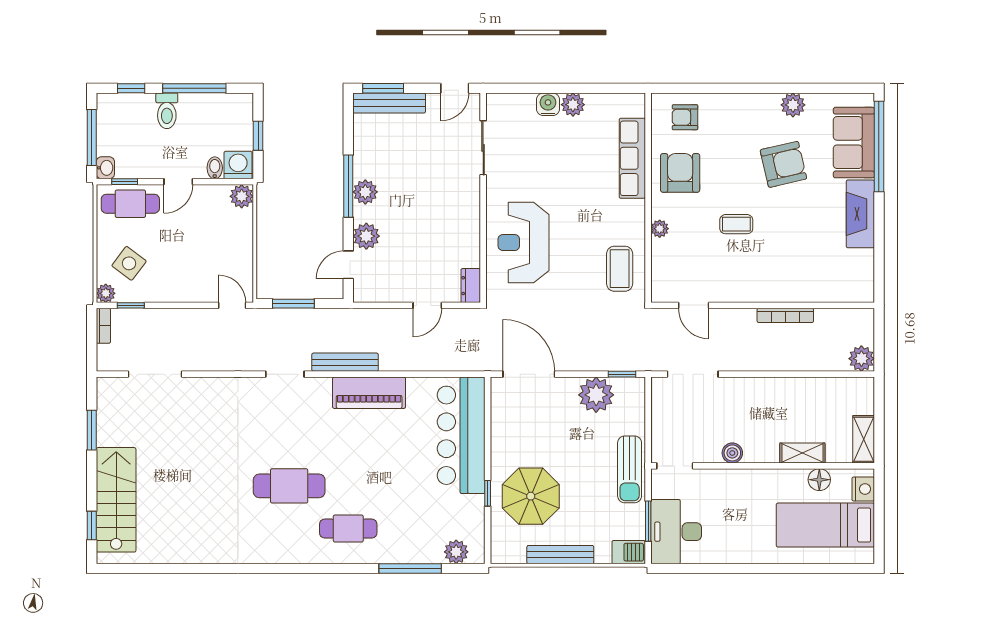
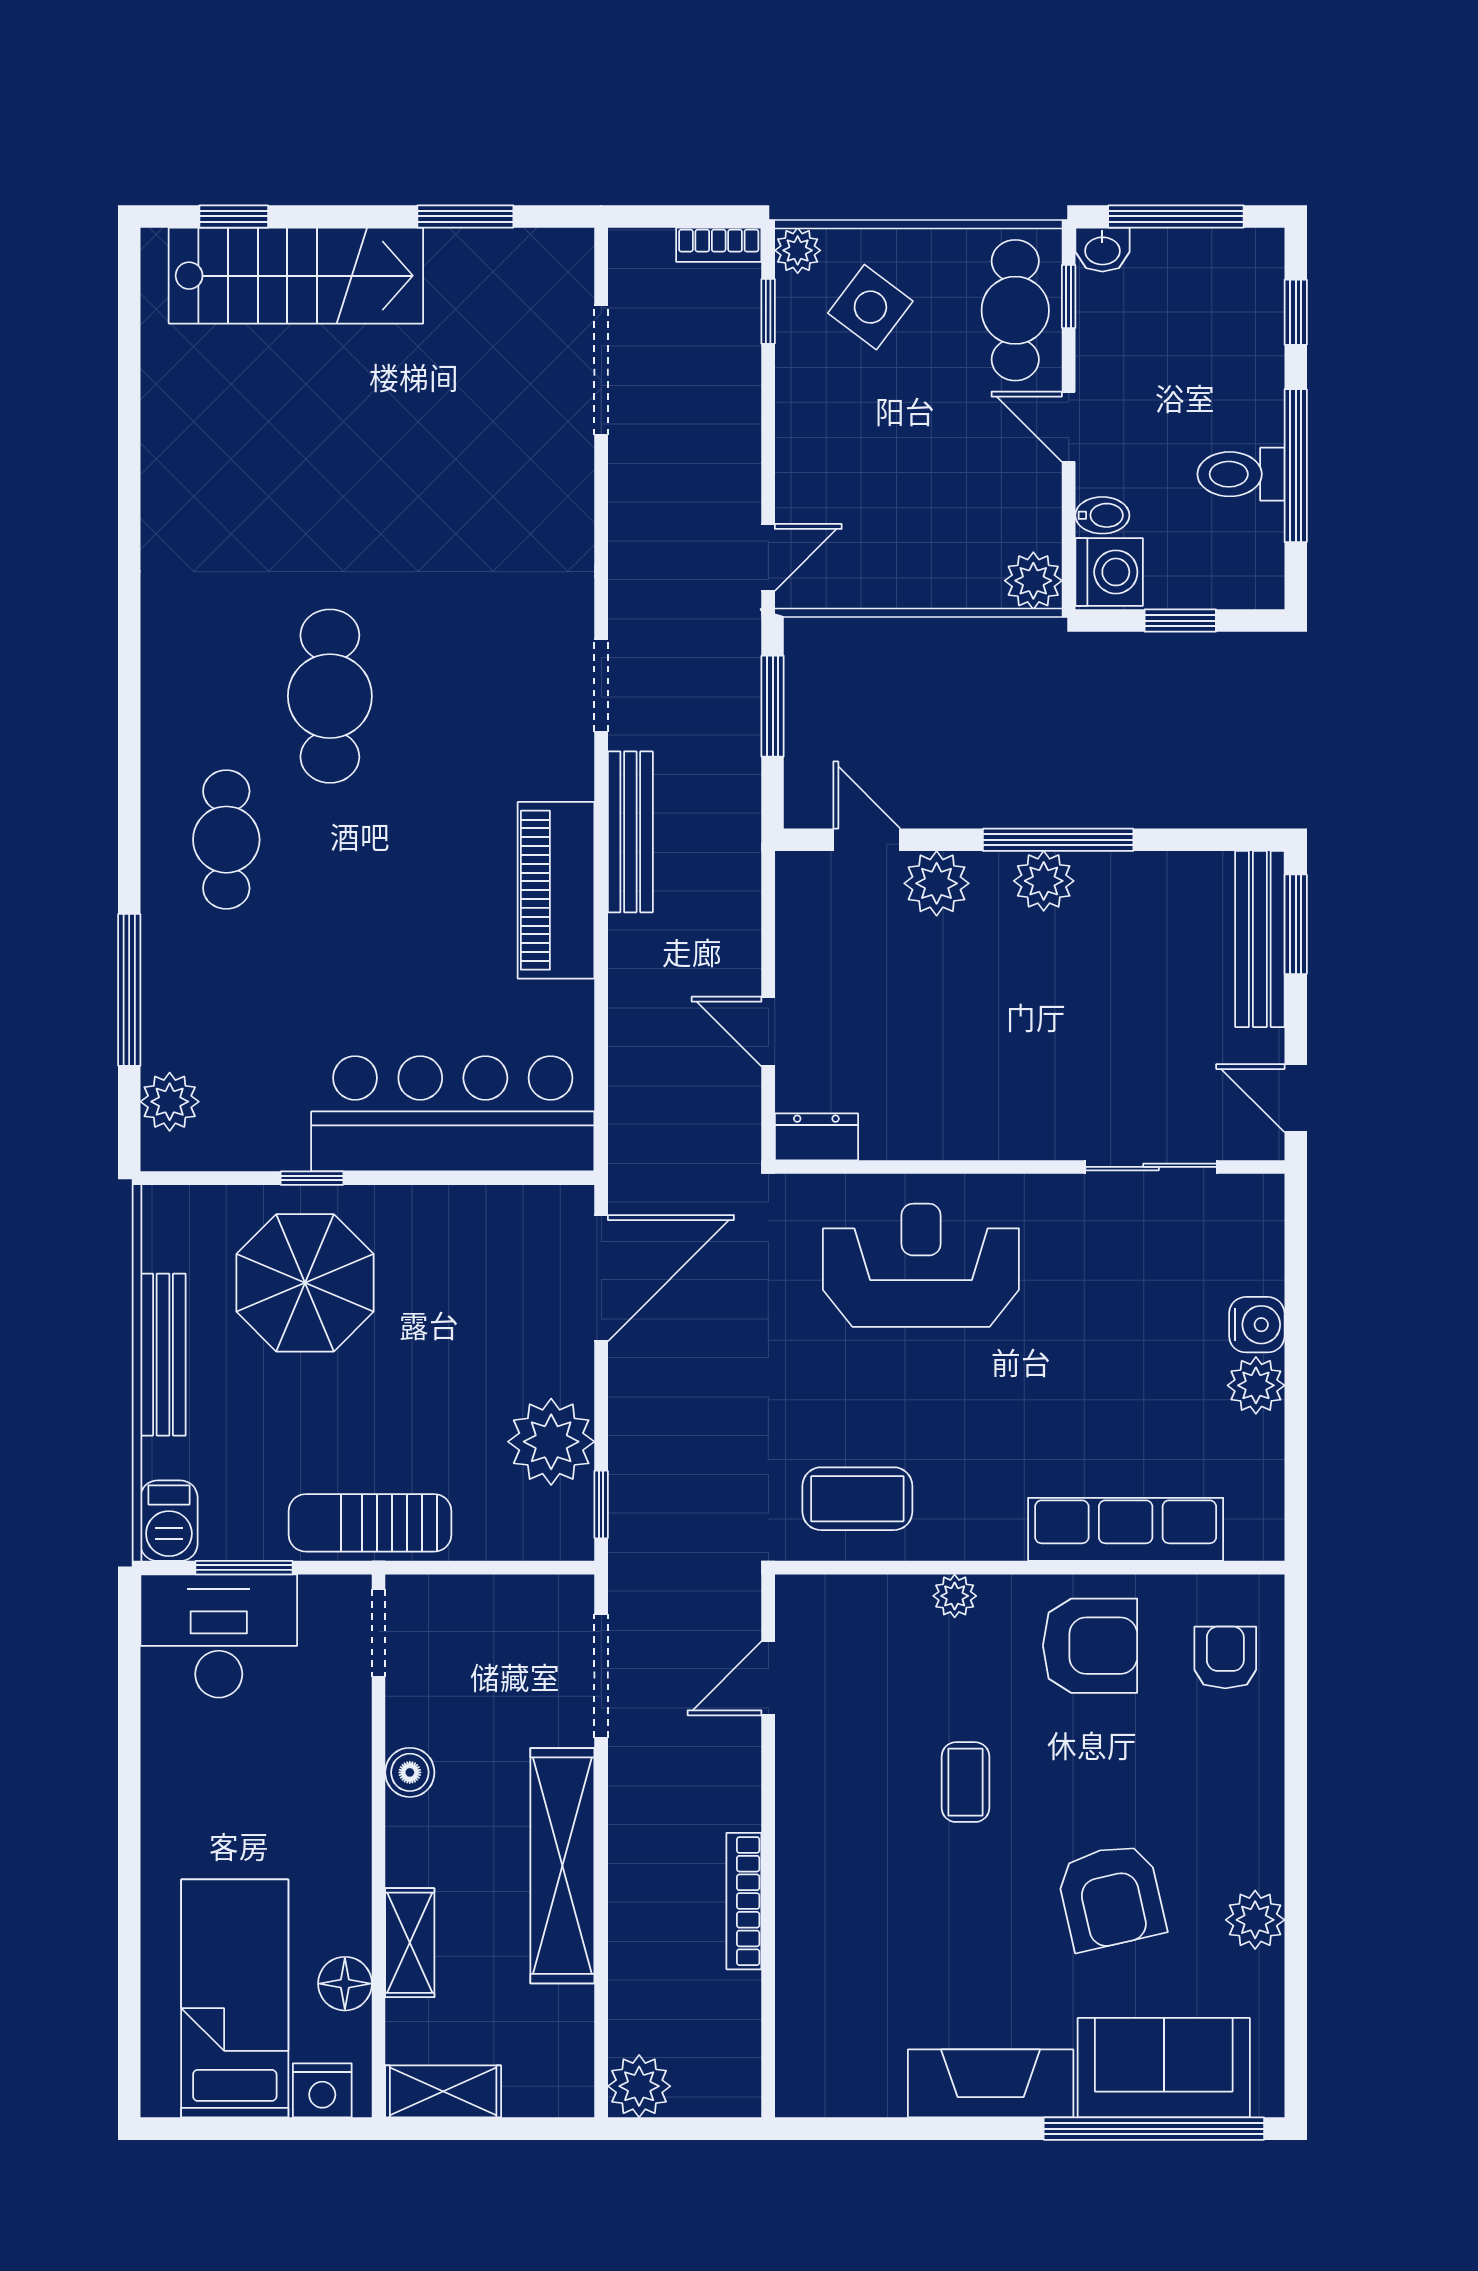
toilet: (167, 111) -> (1241, 474), moved
shelving: (771, 390) -> (562, 1866), added

